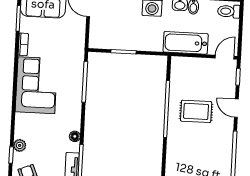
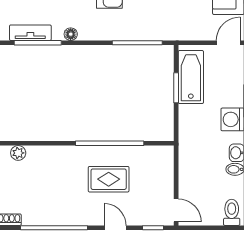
bathtub: (186, 43) -> (191, 77), moved
door: (236, 108) -> (115, 228), hinge flipped
rug: (196, 111) -> (109, 179), turned 90

